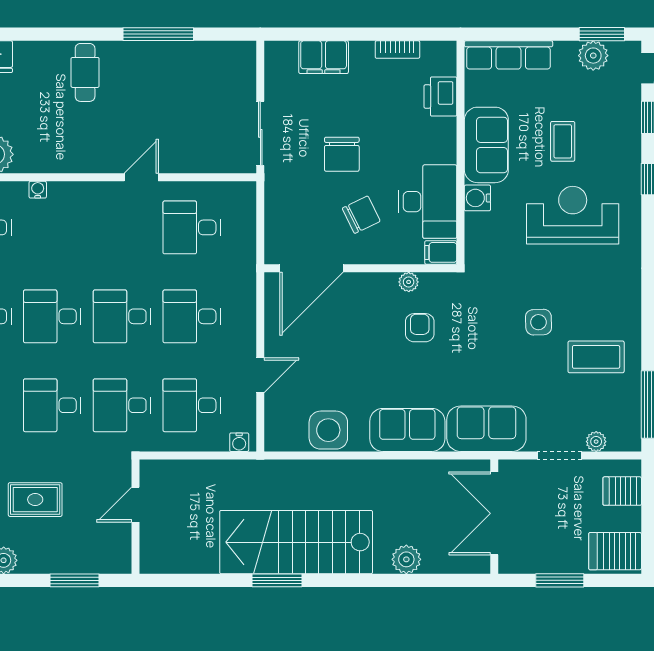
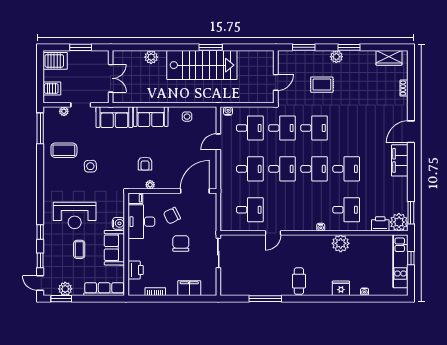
side table: (328, 430) -> (187, 117), width x0.54, depth x0.54
double door: (494, 513) -> (111, 78), width x0.73

